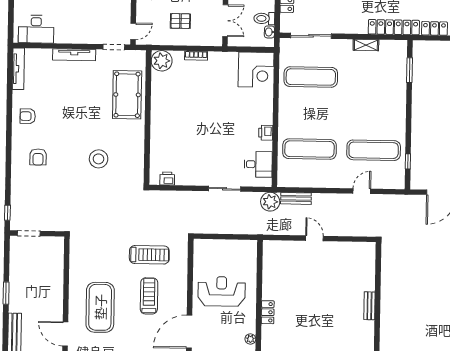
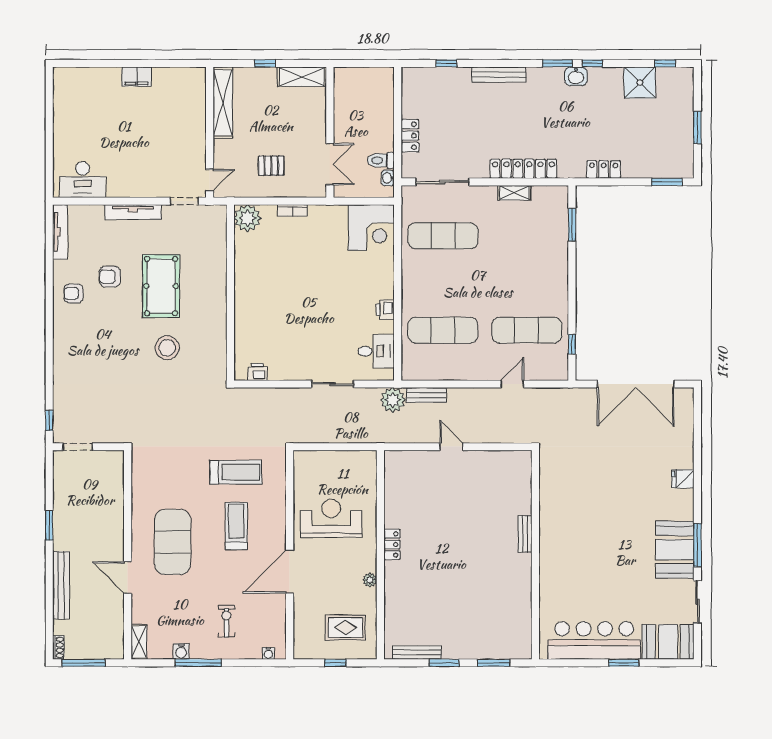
locker: (394, 27) -> (523, 169), moved
pool table: (127, 95) -> (161, 286), moved
armchair: (38, 157) -> (110, 277), moved, turned 90

